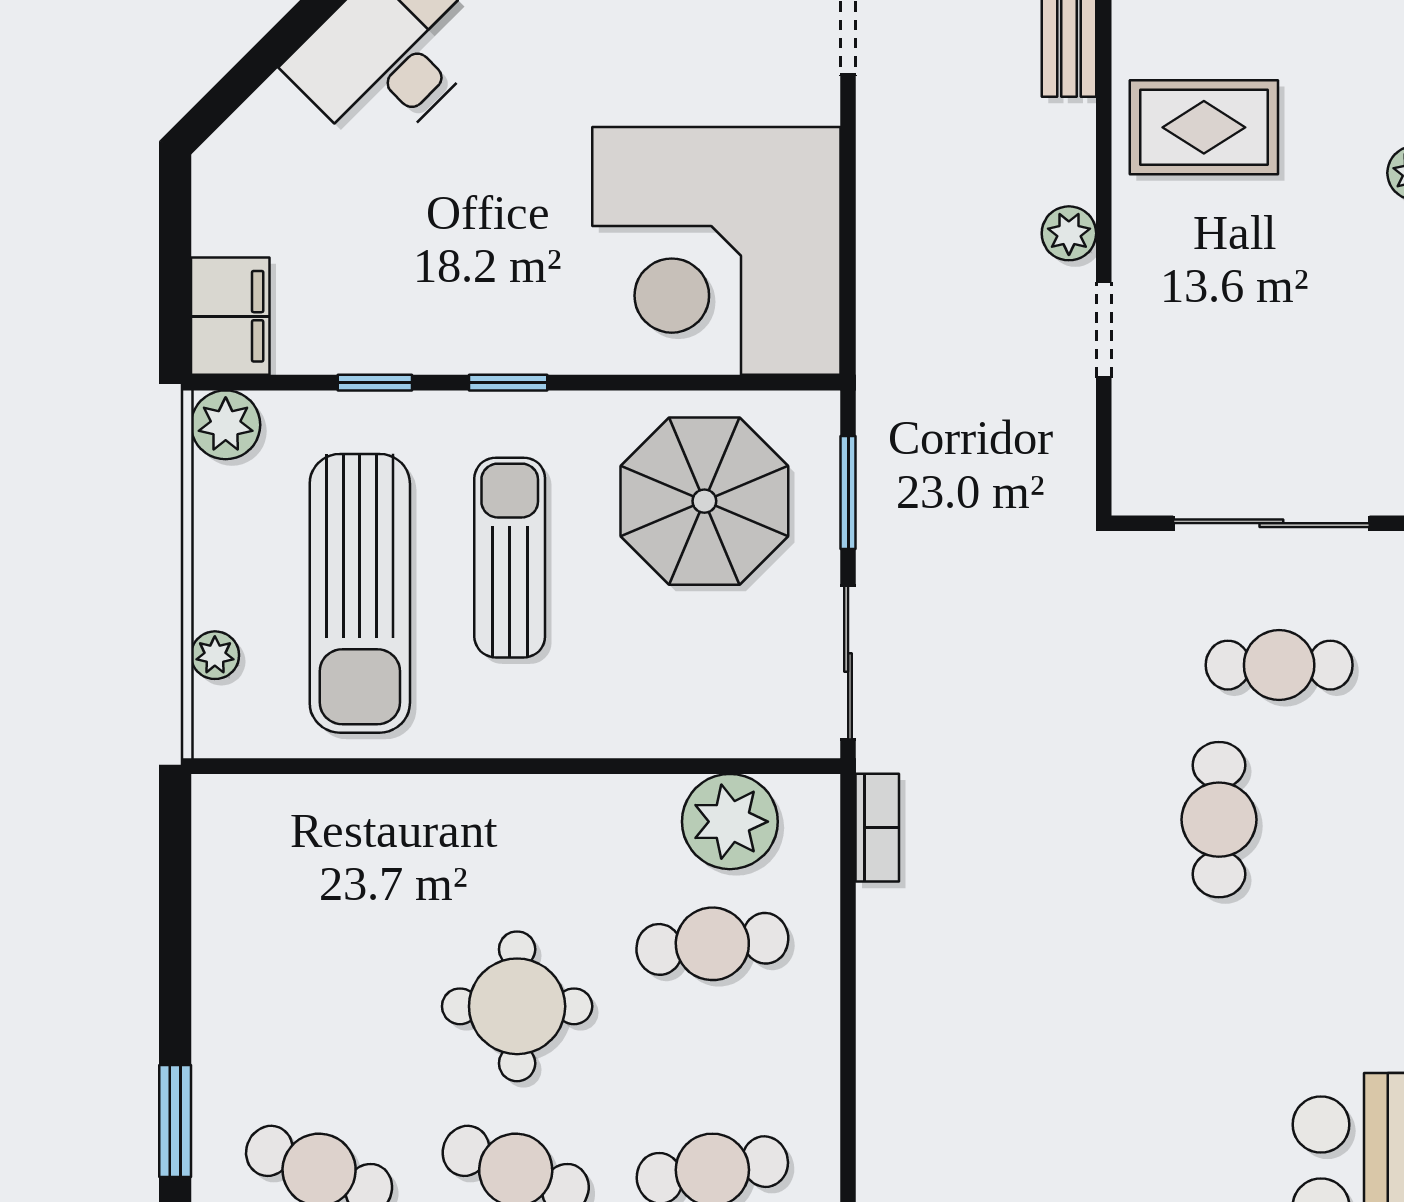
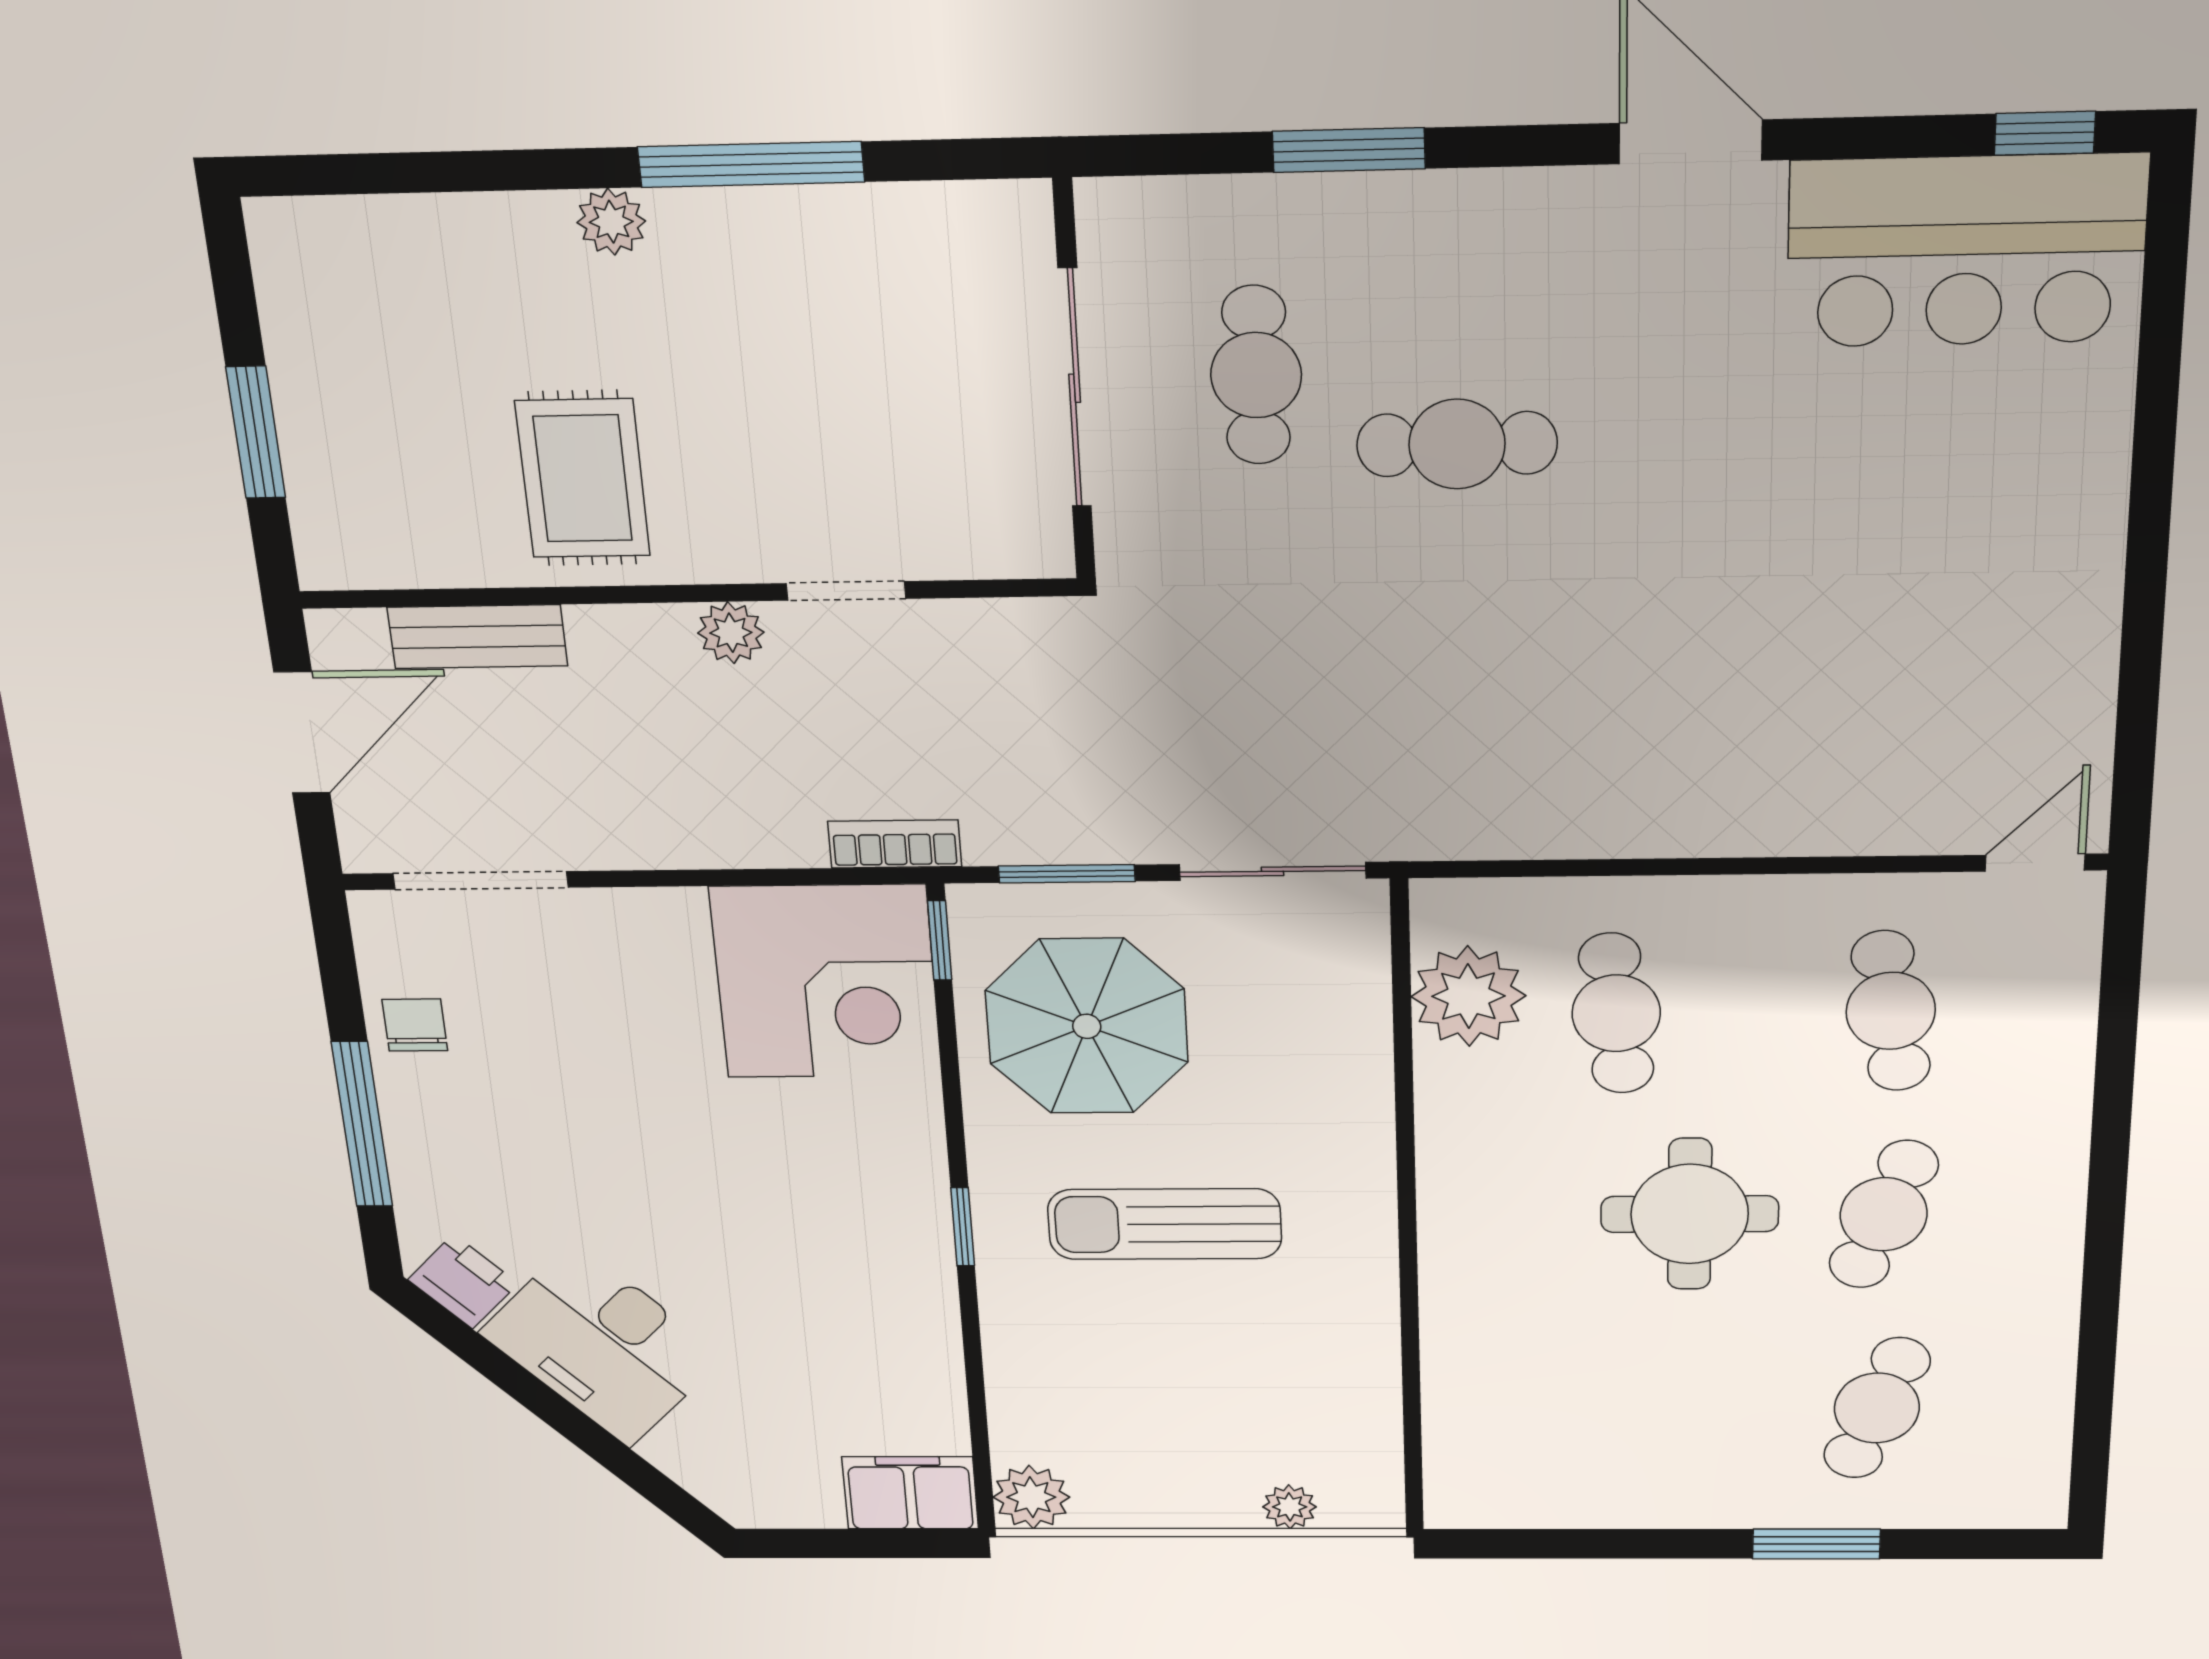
corner desk: (716, 251) -> (826, 982), width x0.74, depth x0.74
window: (375, 383) -> (940, 940), moved
sun lounger: (360, 593) -> (1213, 1370), removed
bookcase: (877, 828) -> (895, 844), moved

